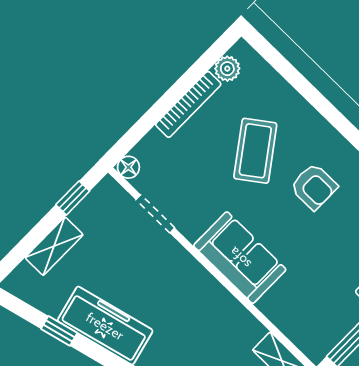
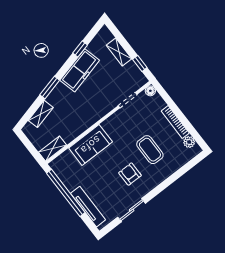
coffee table: (255, 151) -> (150, 150), turned 36
armchair: (314, 187) -> (130, 174), turned 90
sofa: (240, 258) -> (91, 145), moved

